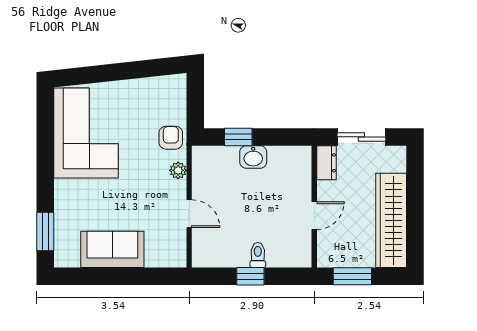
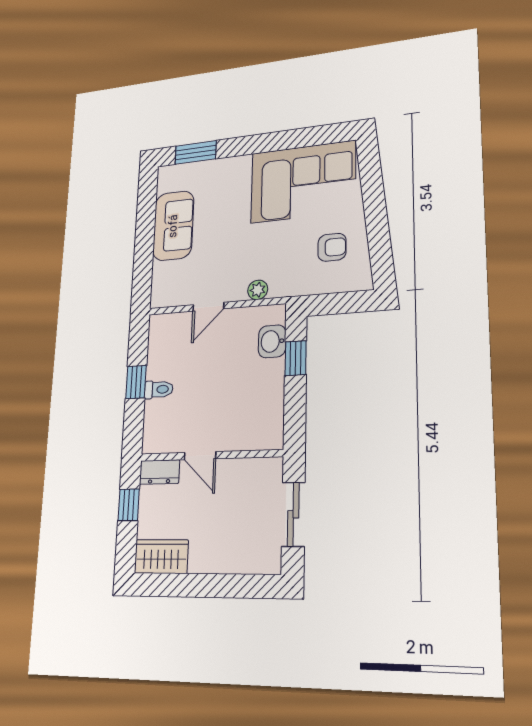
armchair: (171, 138) -> (332, 247), moved
washbasin: (253, 157) -> (272, 341), moved
dresser: (326, 163) -> (159, 472), moved
wardrobe: (391, 220) -> (161, 557), width x0.48, depth x0.85
window: (352, 276) -> (129, 505), width x0.67

